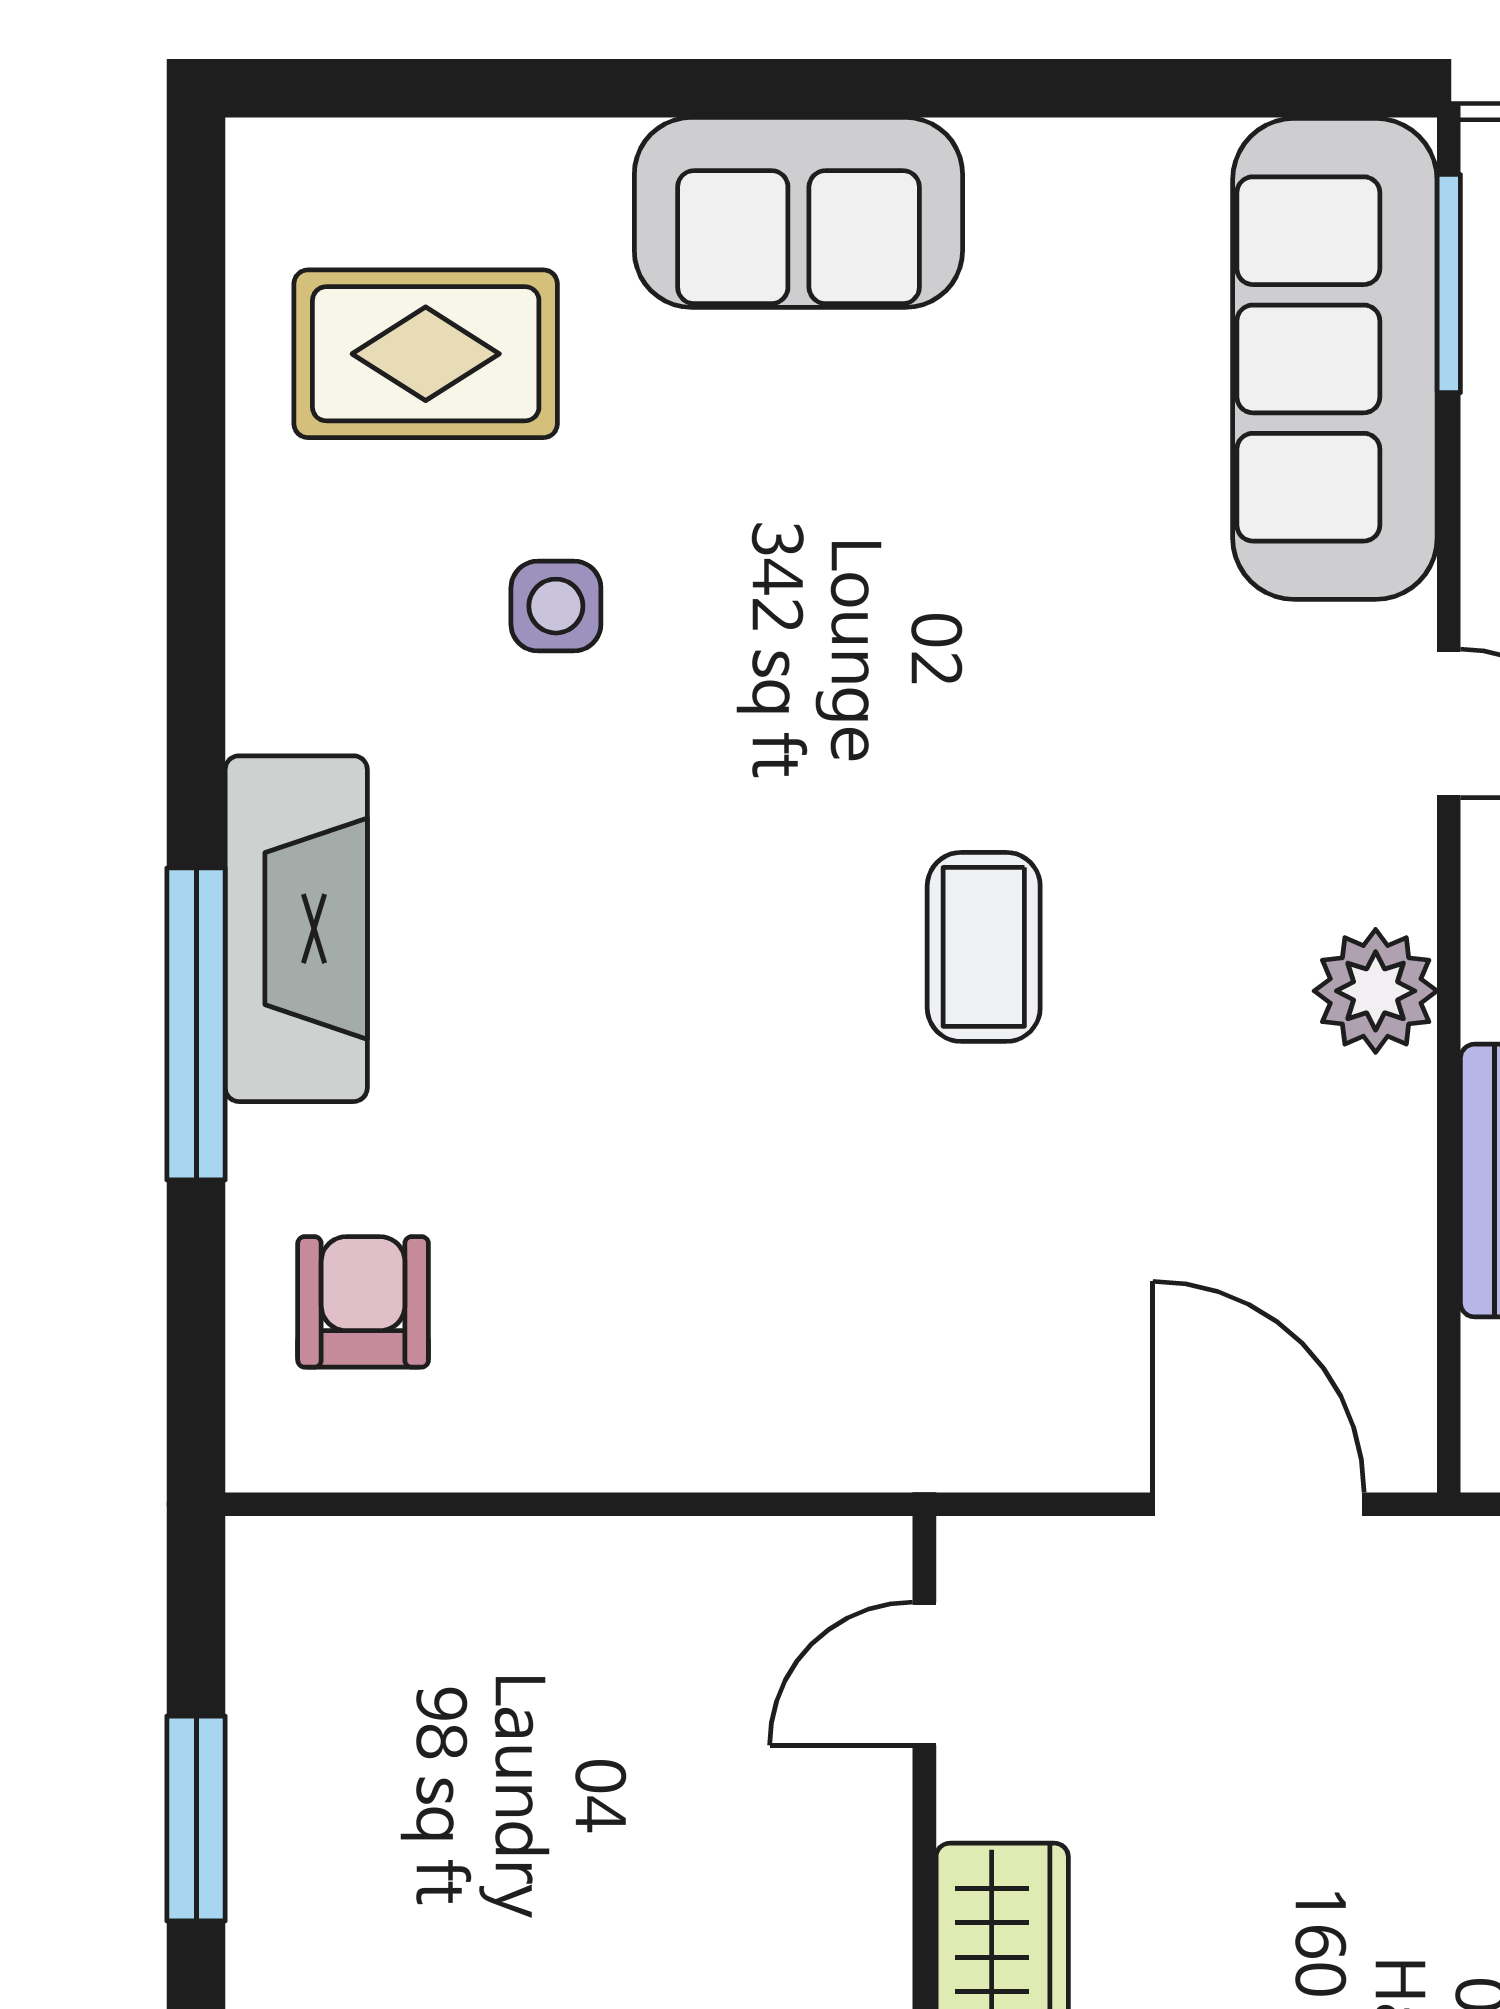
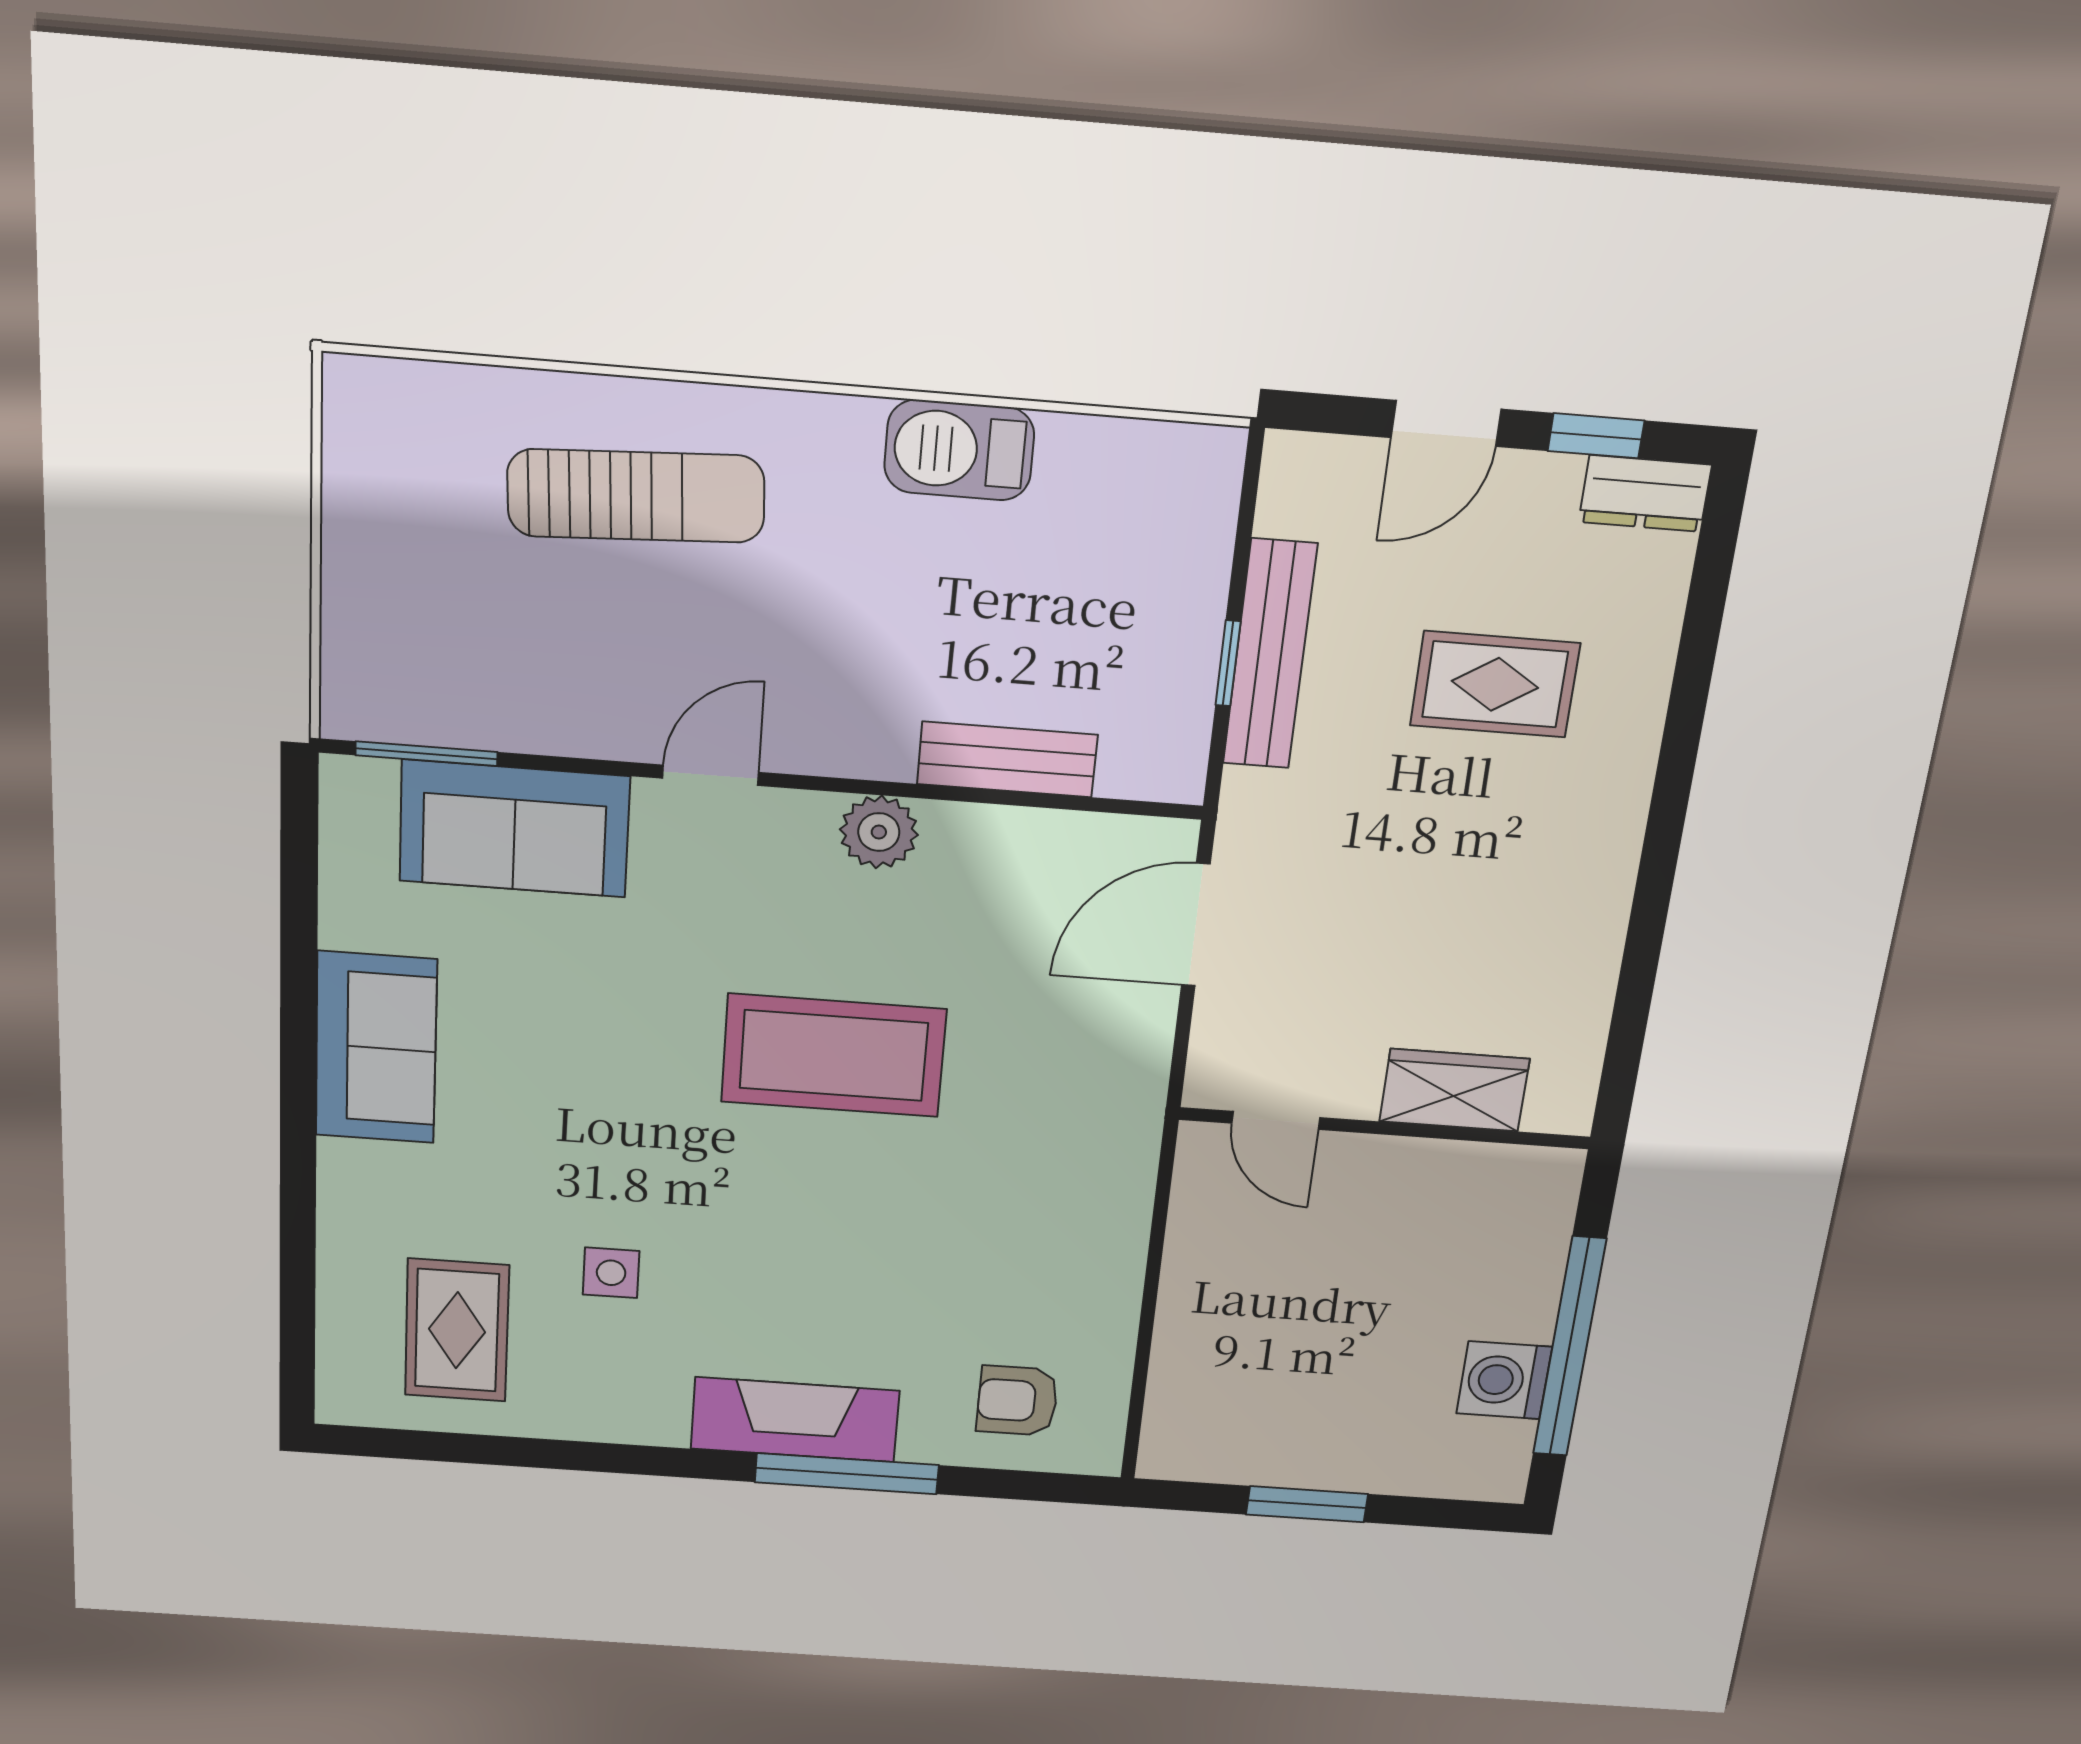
sofa: (798, 212) -> (376, 1048), moved
sofa: (1335, 359) -> (514, 829), width x0.73
coffee table: (984, 947) -> (834, 1055), width x1.86, depth x1.72

